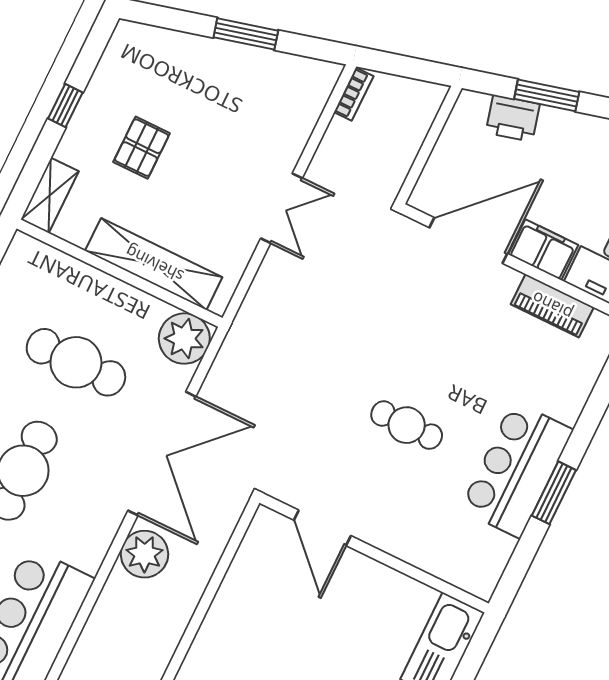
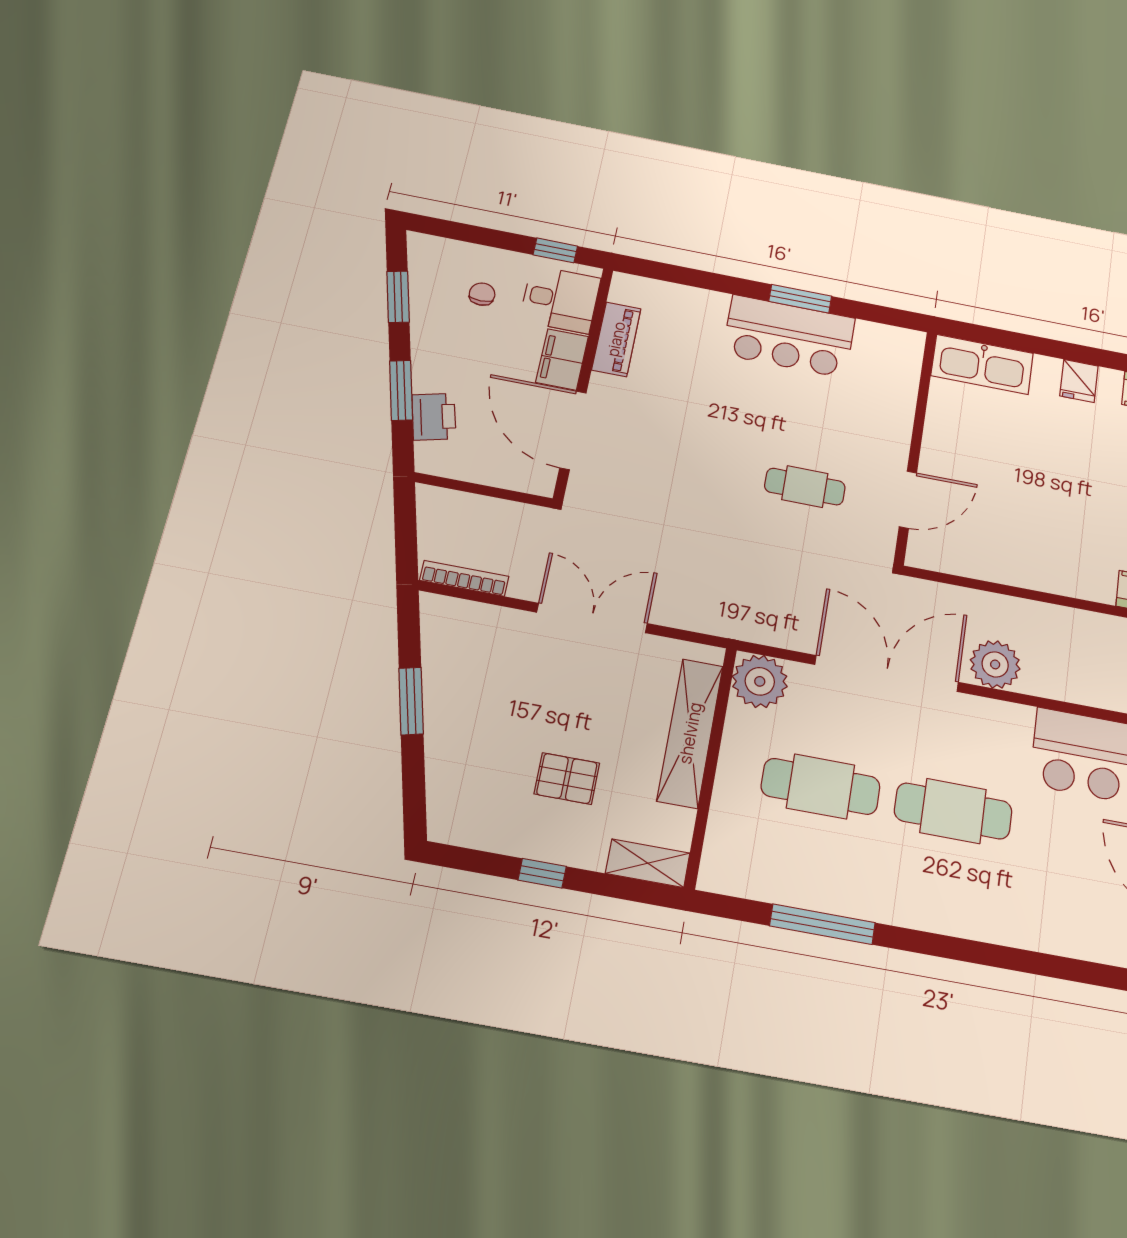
bookcase: (354, 94) -> (464, 578), width x1.56
double door: (282, 208) -> (592, 618), width x1.37
cafe table: (76, 362) -> (821, 786), turned 90
cafe table: (407, 425) -> (805, 487), moved, turned 90

